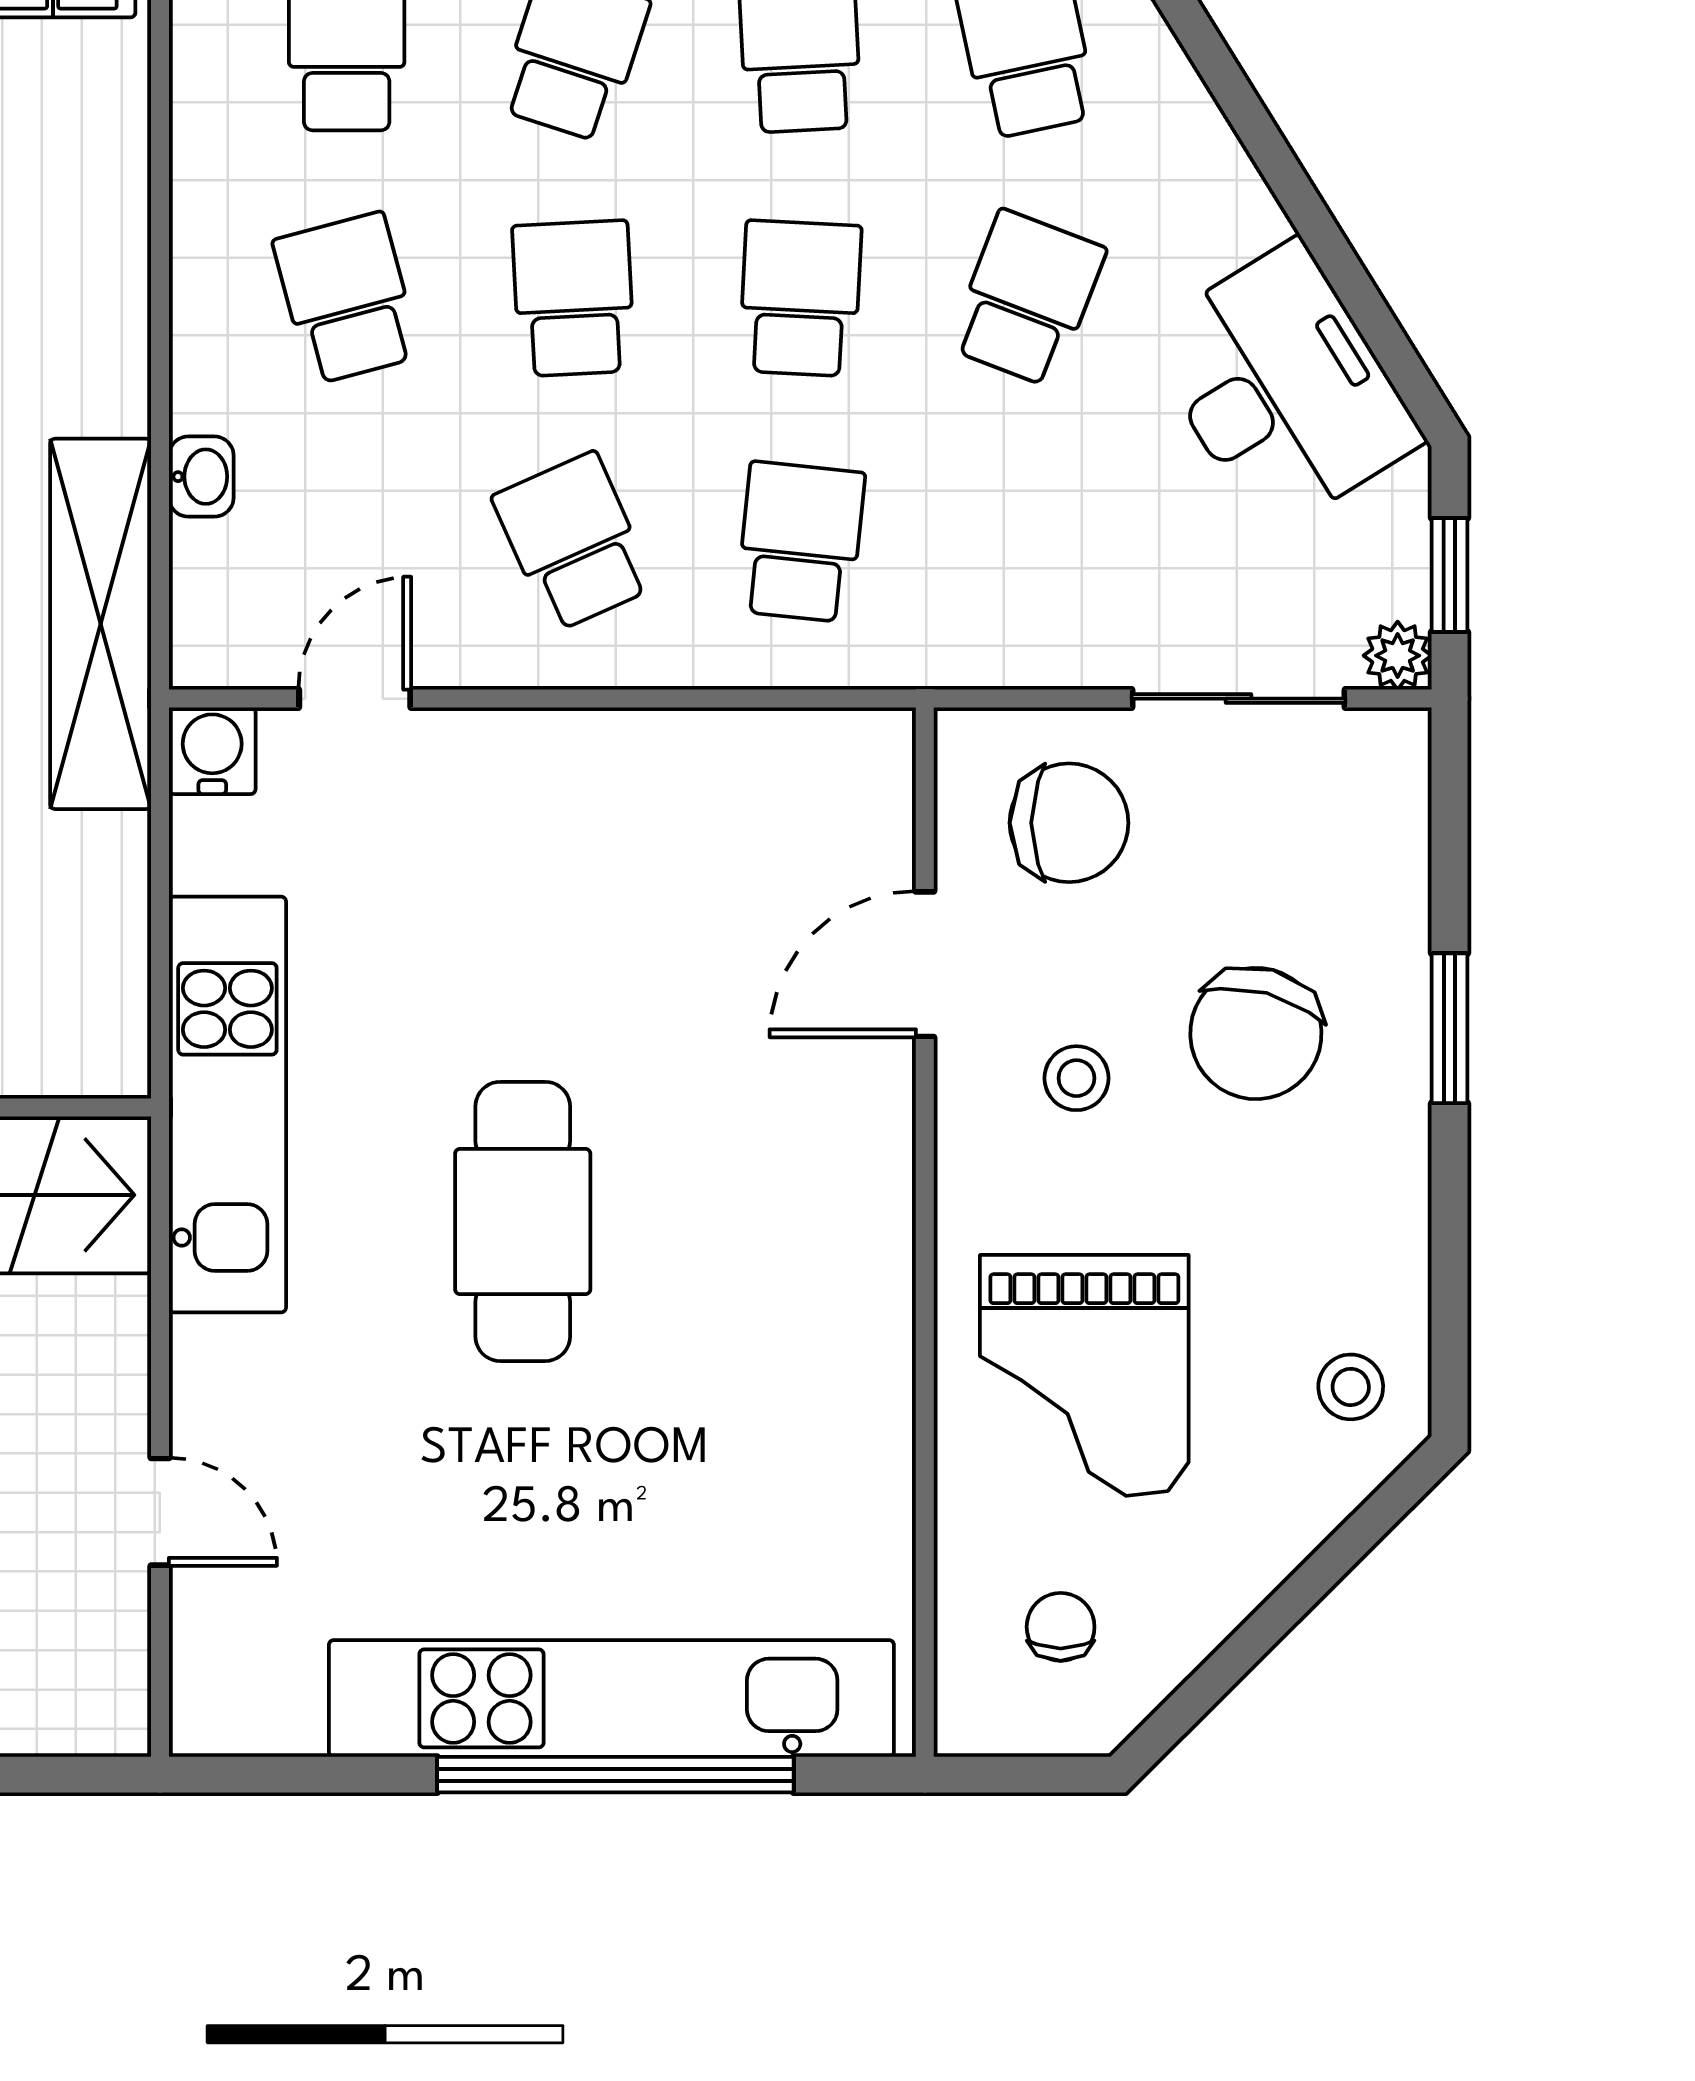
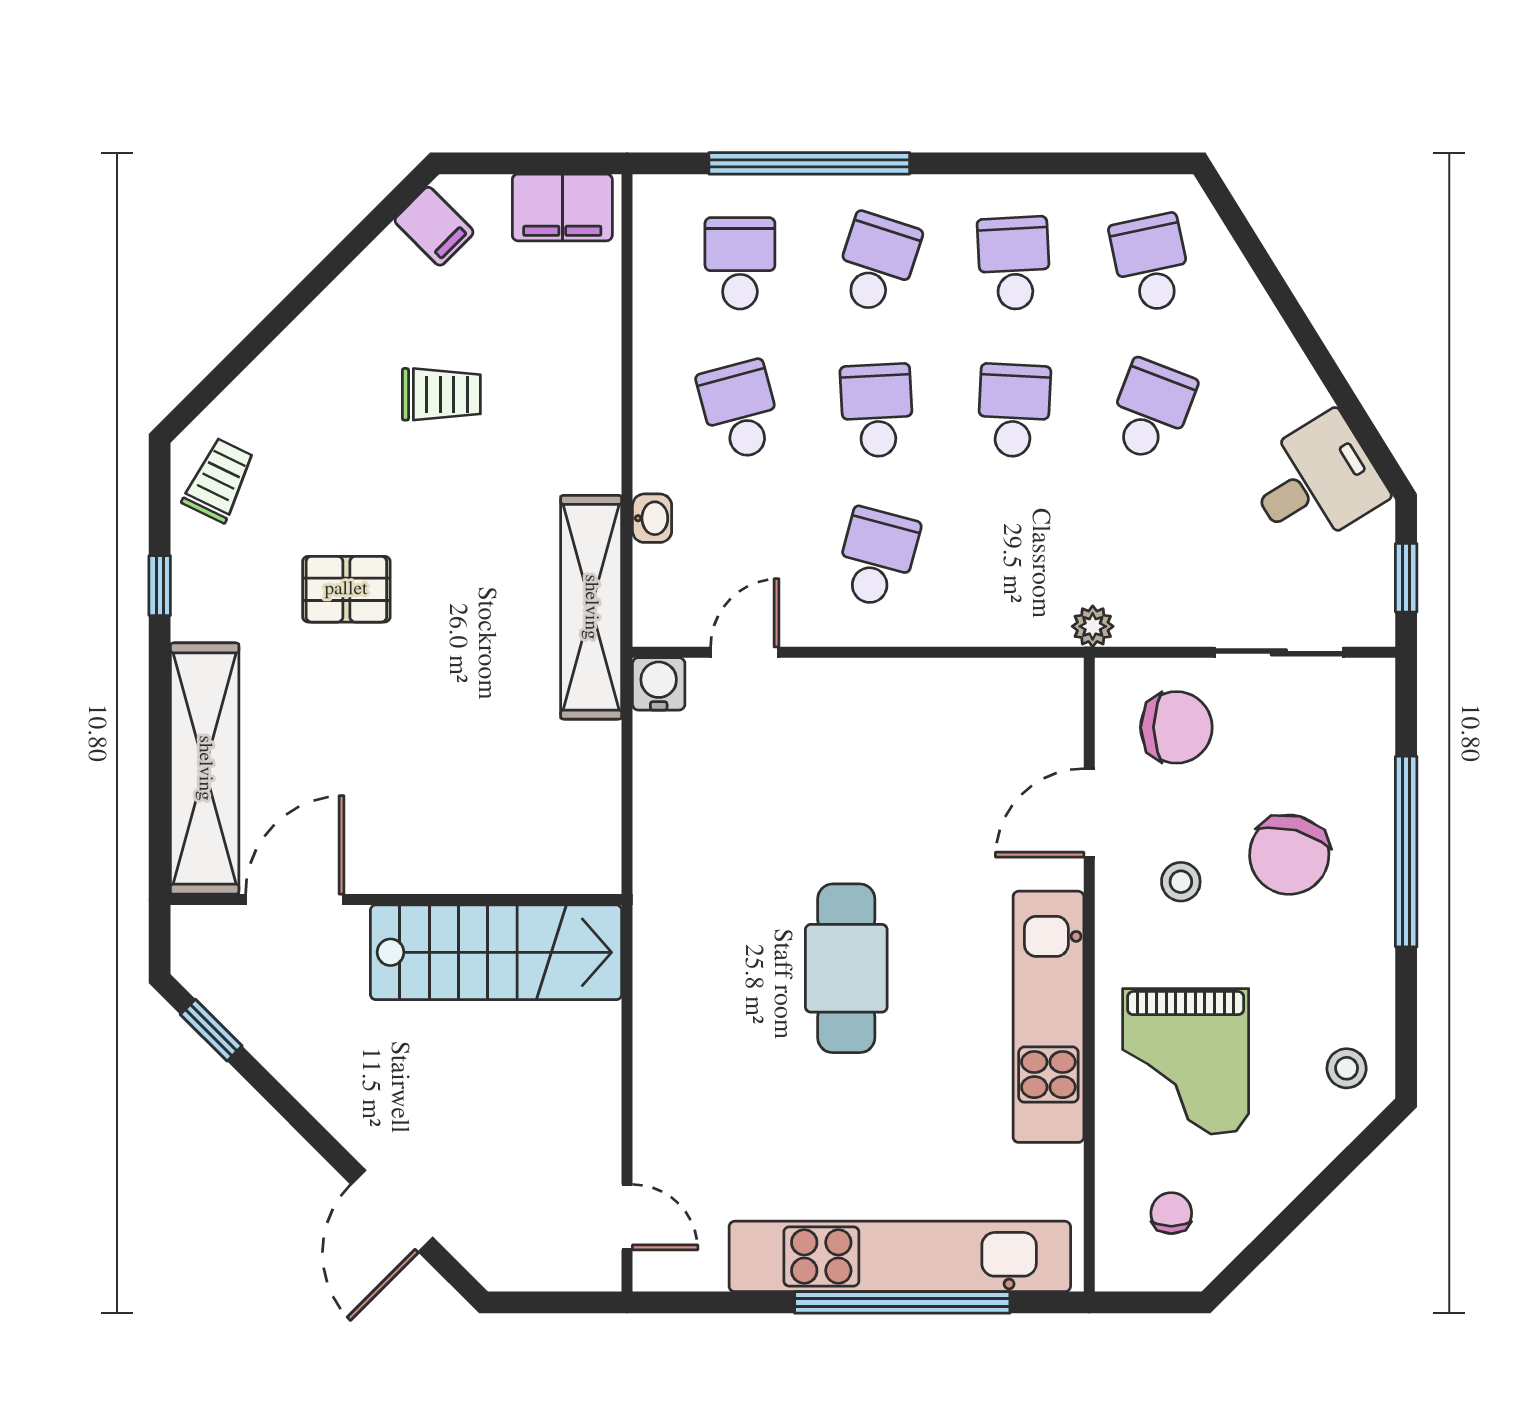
desk: (1282, 388) -> (1316, 482), width x0.73
school desk: (573, 542) -> (877, 558), turned 39
school desk: (800, 542) -> (1014, 558), removed
plant: (1398, 656) -> (1093, 626), moved
window: (1449, 1028) -> (1406, 852), width x2.11
kitchen unit: (227, 1104) -> (1048, 1017), moved, turned 180
door: (160, 1512) -> (627, 1217), moved

